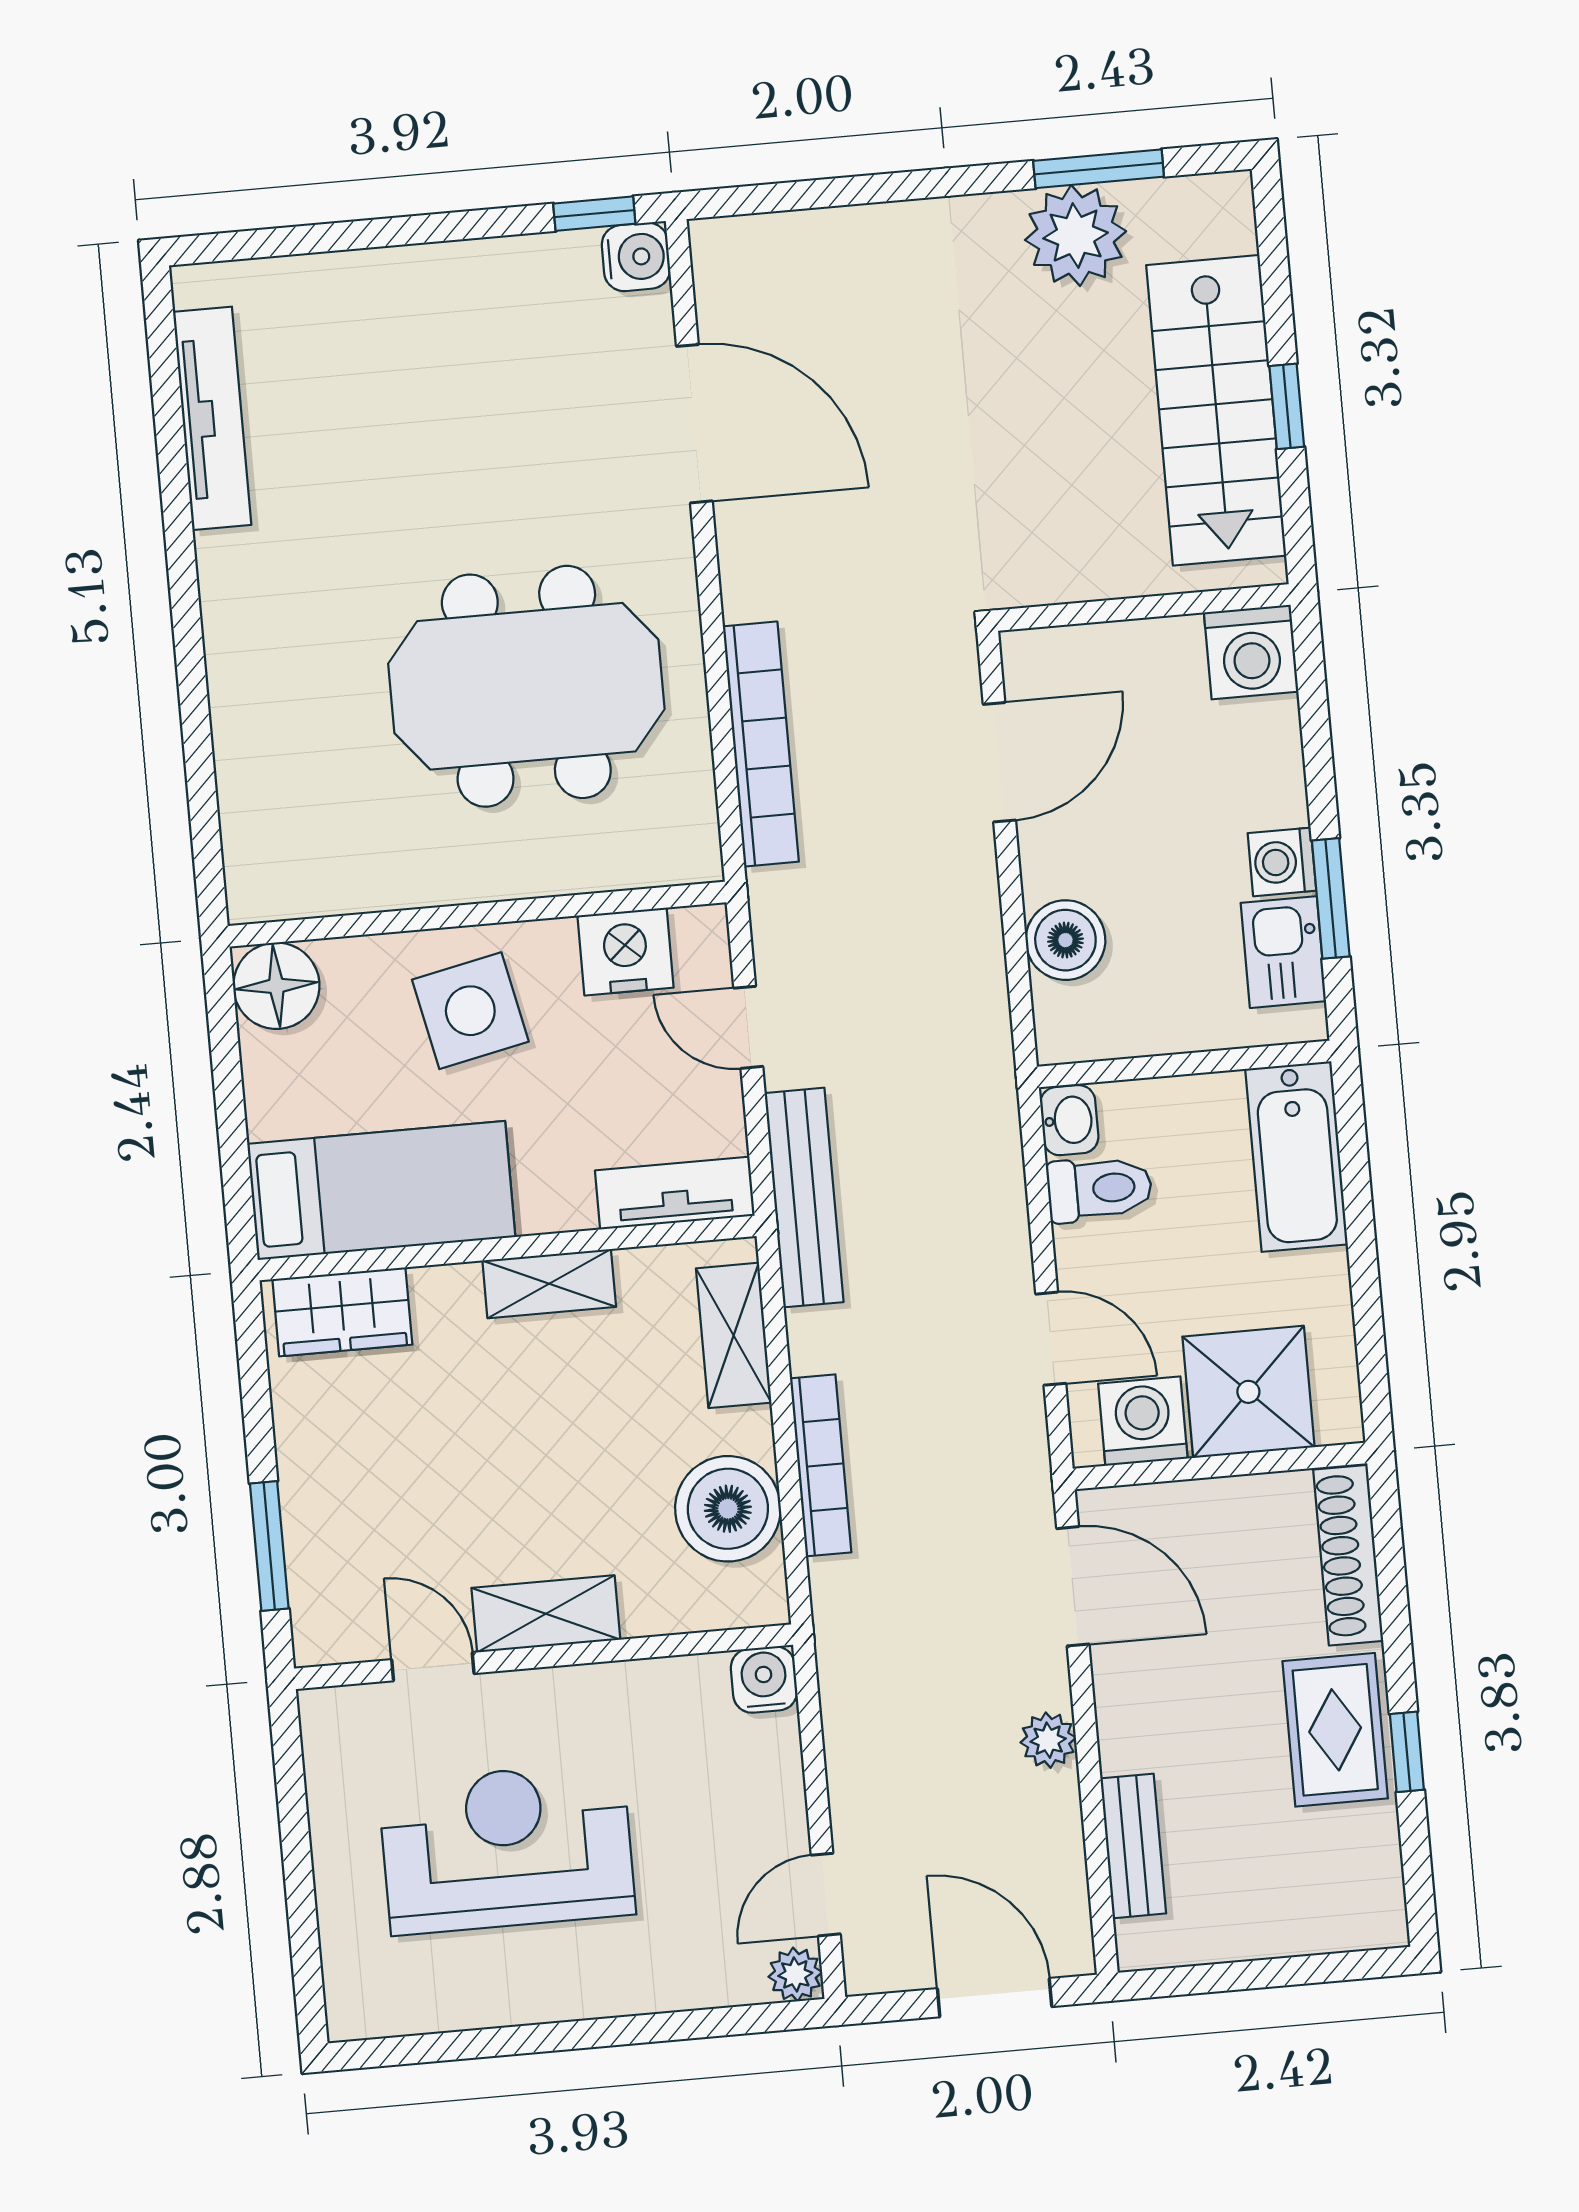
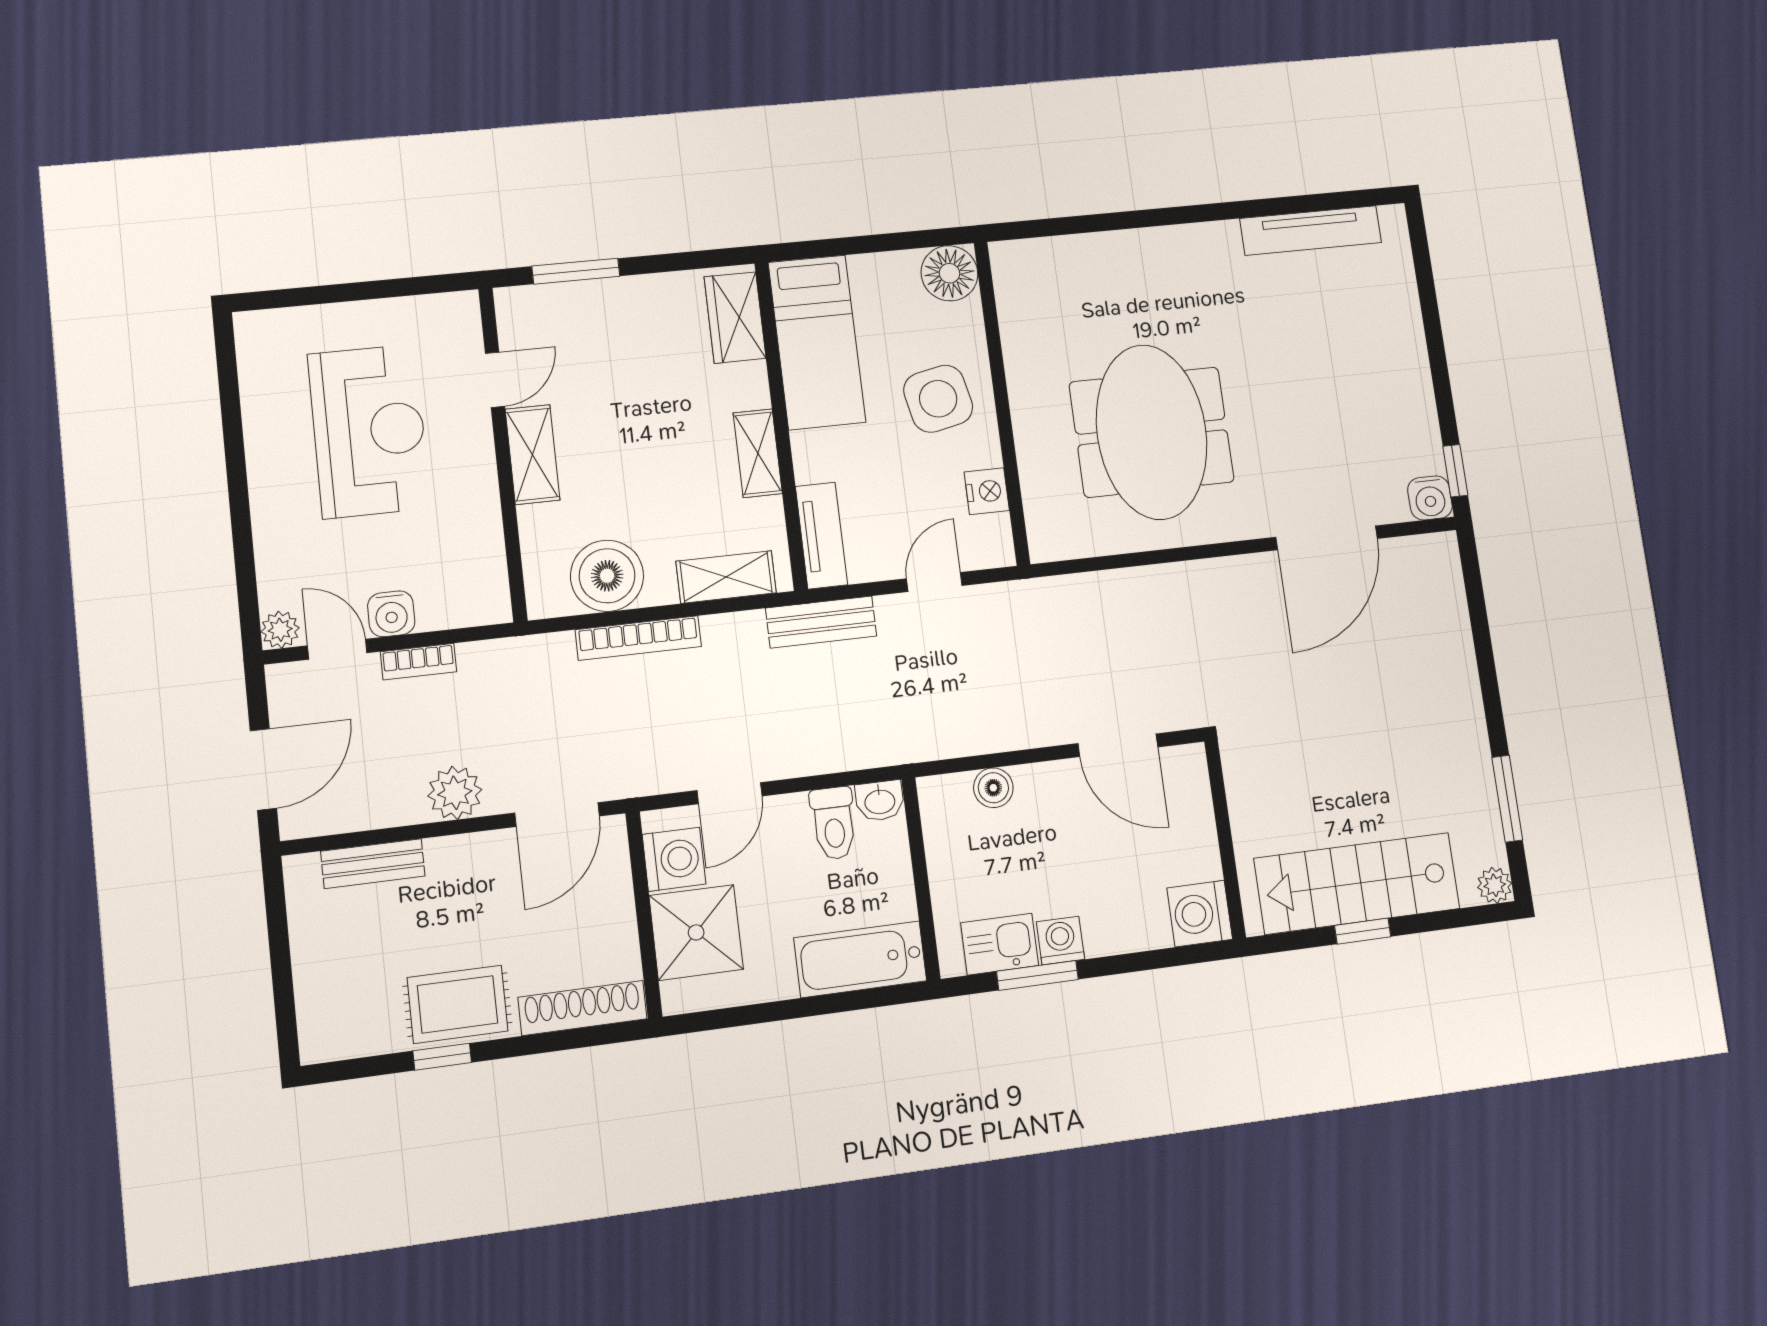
plant: (1076, 236) -> (1495, 885), moved, width x0.53, depth x0.53
bookcase: (761, 744) -> (418, 662), moved, width x0.43, depth x0.76
boiler: (1065, 940) -> (993, 788), width x0.73, depth x0.73
nightstand: (626, 952) -> (987, 491), width x0.74, depth x0.75
bench: (804, 1198) -> (821, 622), width x0.73
water cooler: (764, 1680) -> (391, 614), moved, turned 90
plant: (1048, 1740) -> (455, 793), width x1.38, depth x1.38

